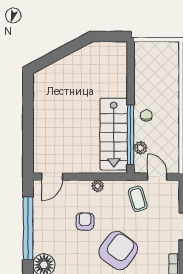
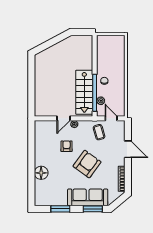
door: (52, 177) -> (63, 118), moved
window: (28, 228) -> (31, 150), removed

